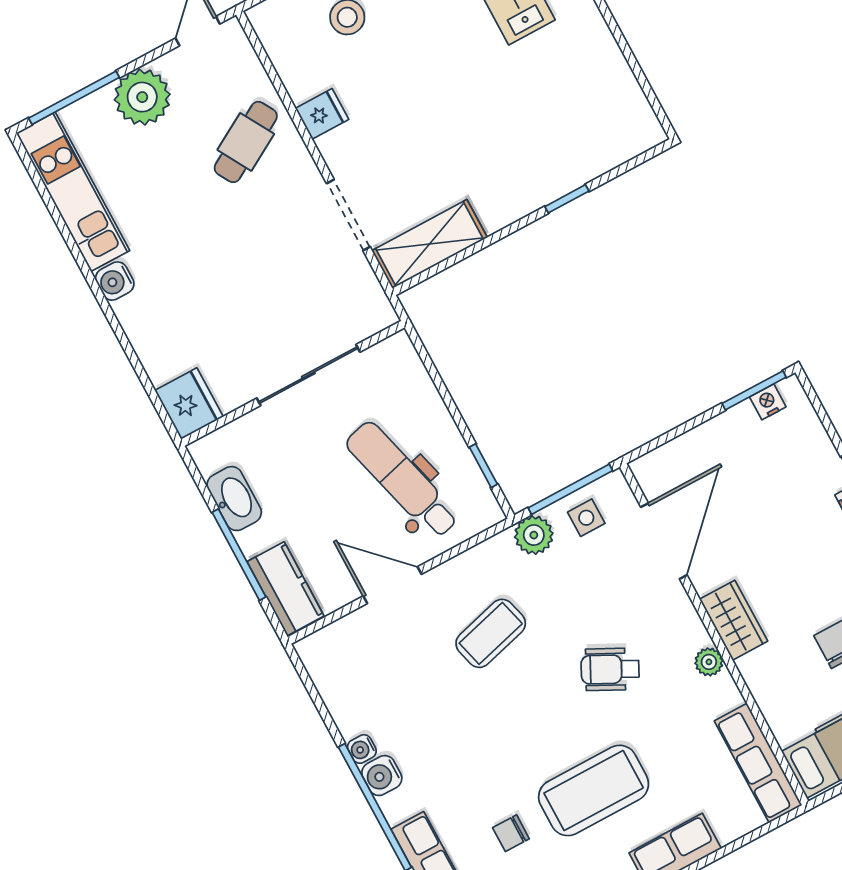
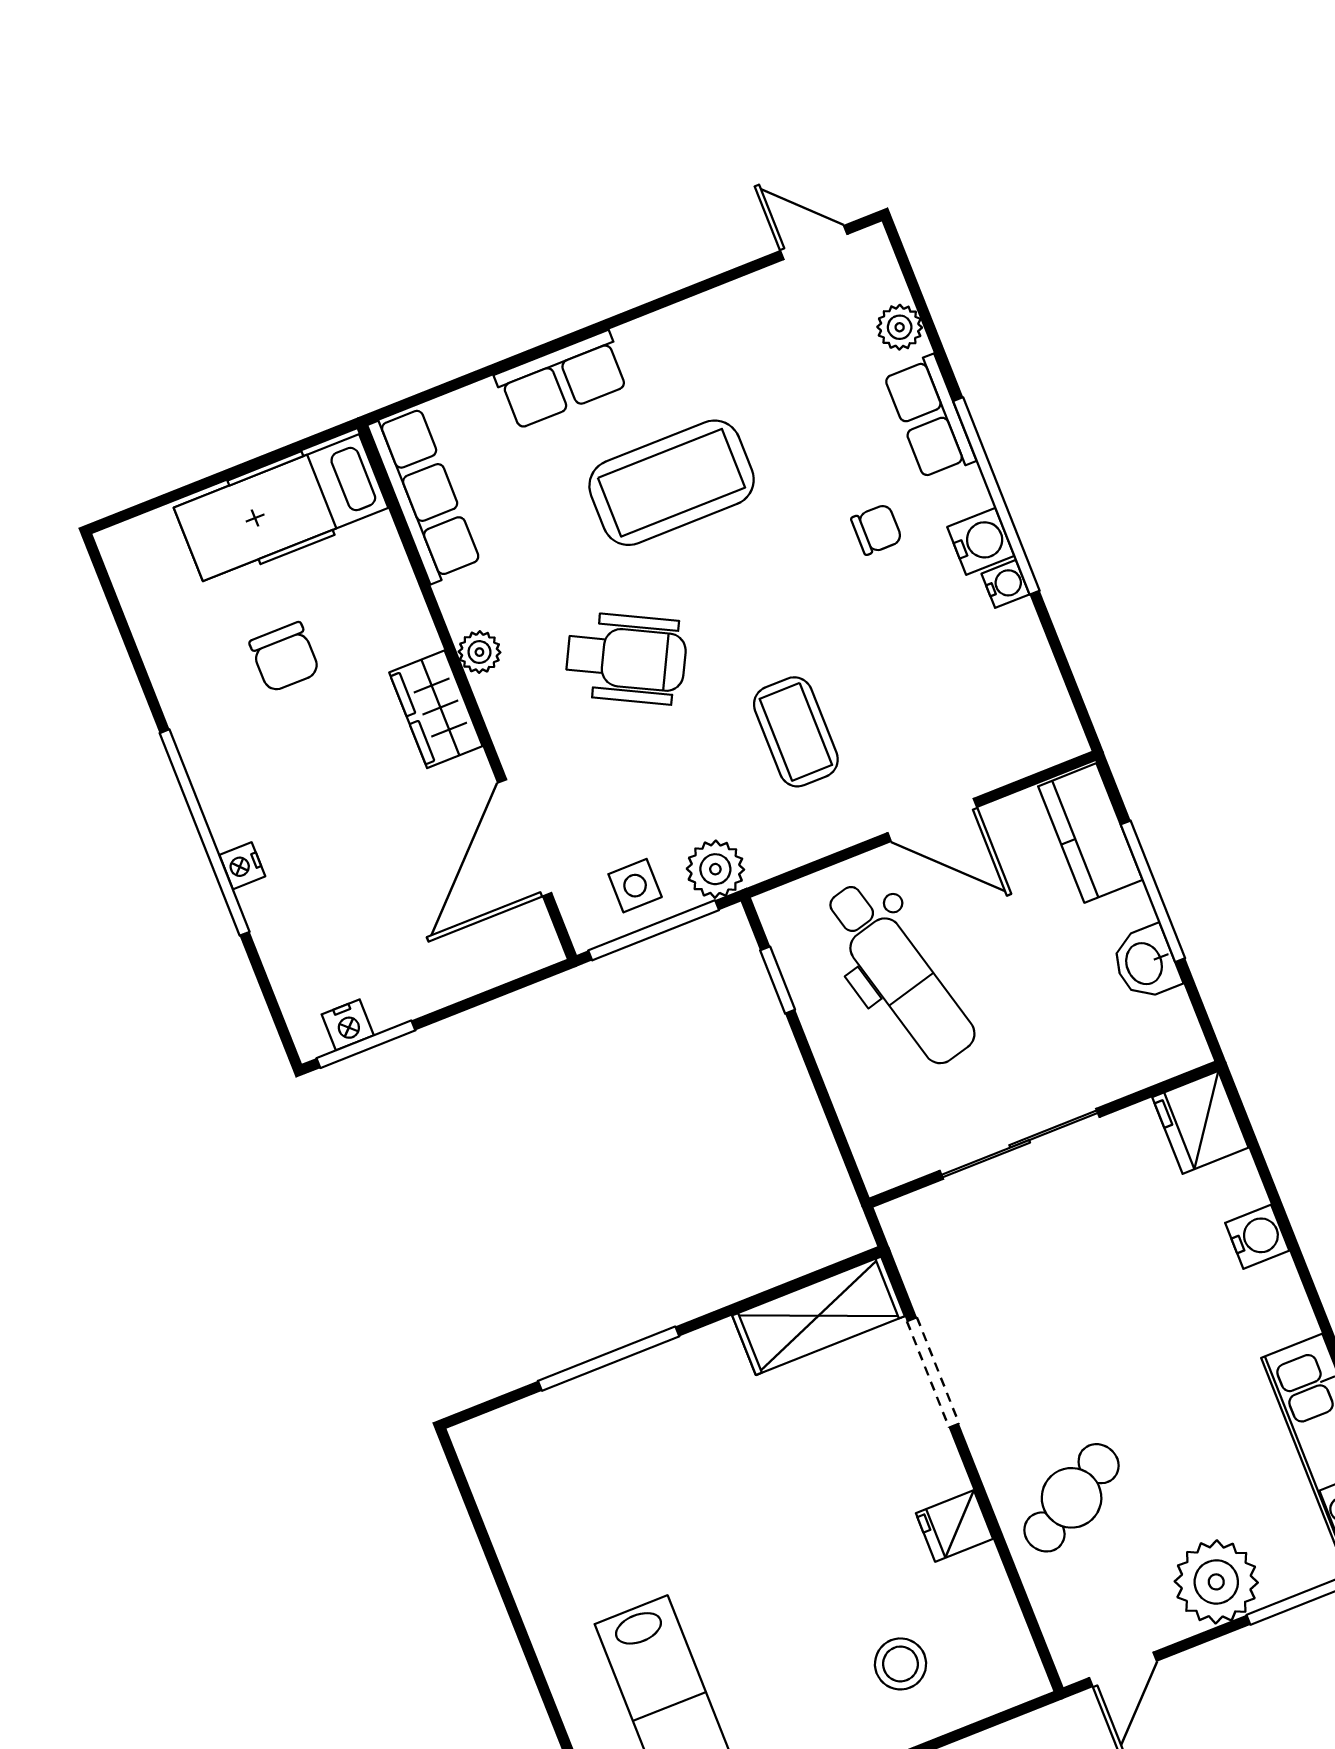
window: (567, 199) -> (609, 1359), width x2.17
water cooler: (115, 281) -> (1257, 1237), moved
washbasin: (234, 499) -> (1146, 963), width x0.72
coffee table: (491, 633) -> (796, 732), turned -75
wheelchair: (610, 669) -> (626, 658), width x1.36, depth x1.37
chair: (511, 833) -> (877, 529), moved

